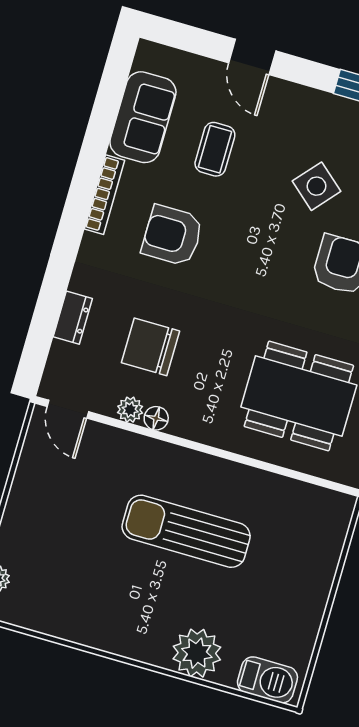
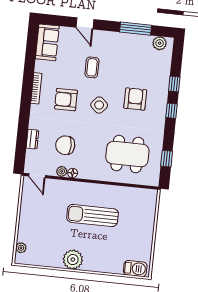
sofa: (143, 117) -> (47, 42), moved
coffee table: (215, 149) -> (92, 67), moved
side table: (316, 186) -> (99, 105), moved
plant: (197, 653) -> (73, 260), moved

